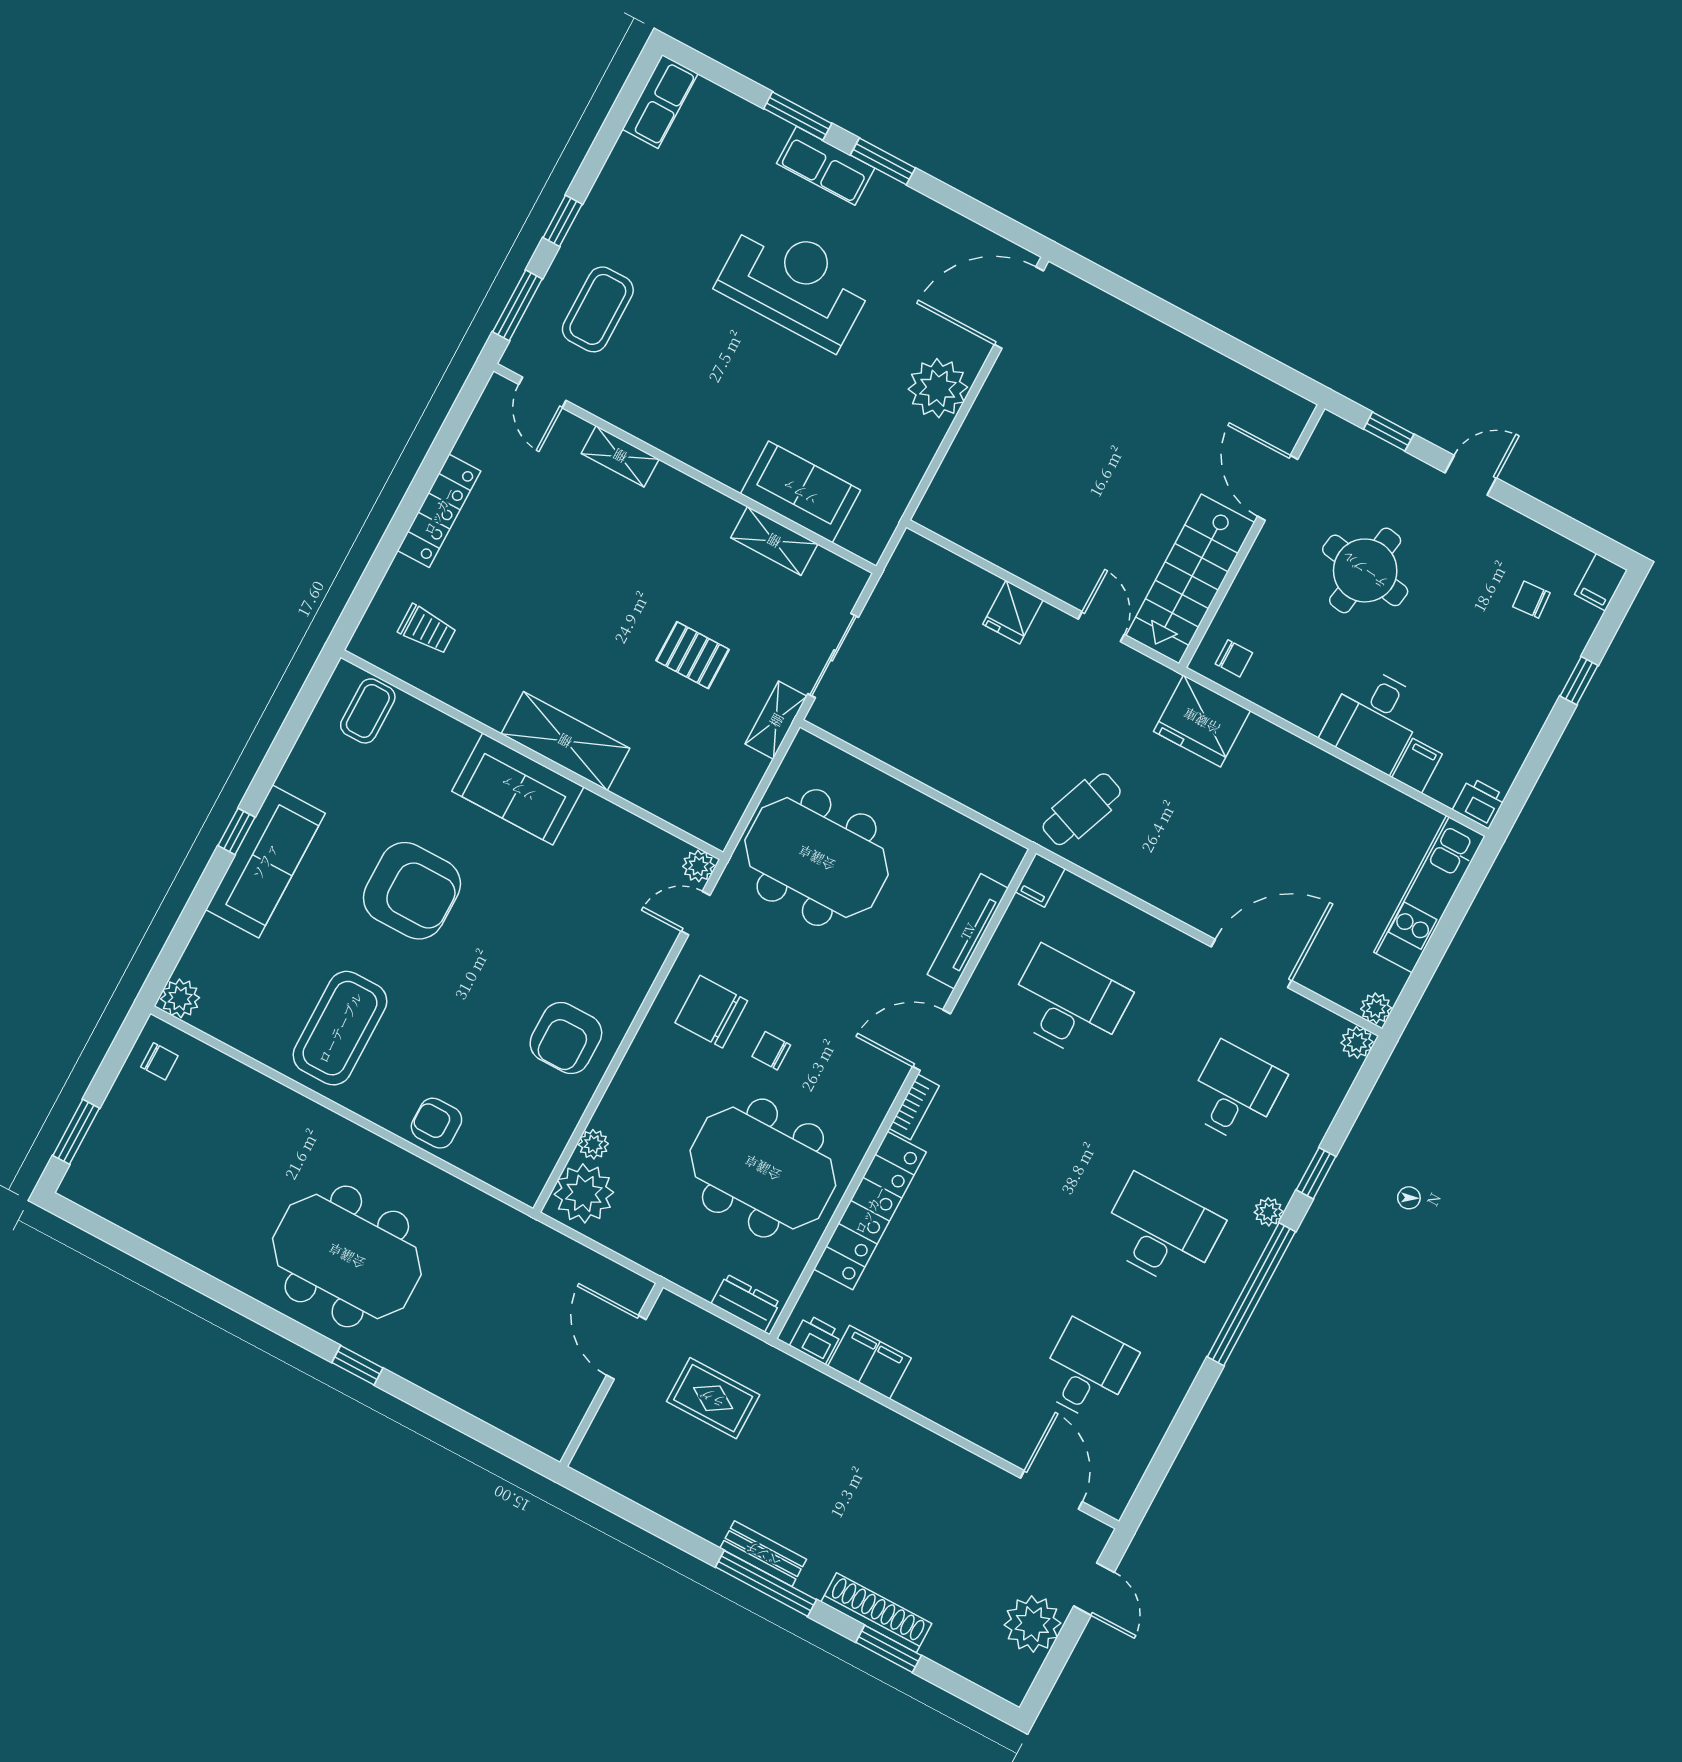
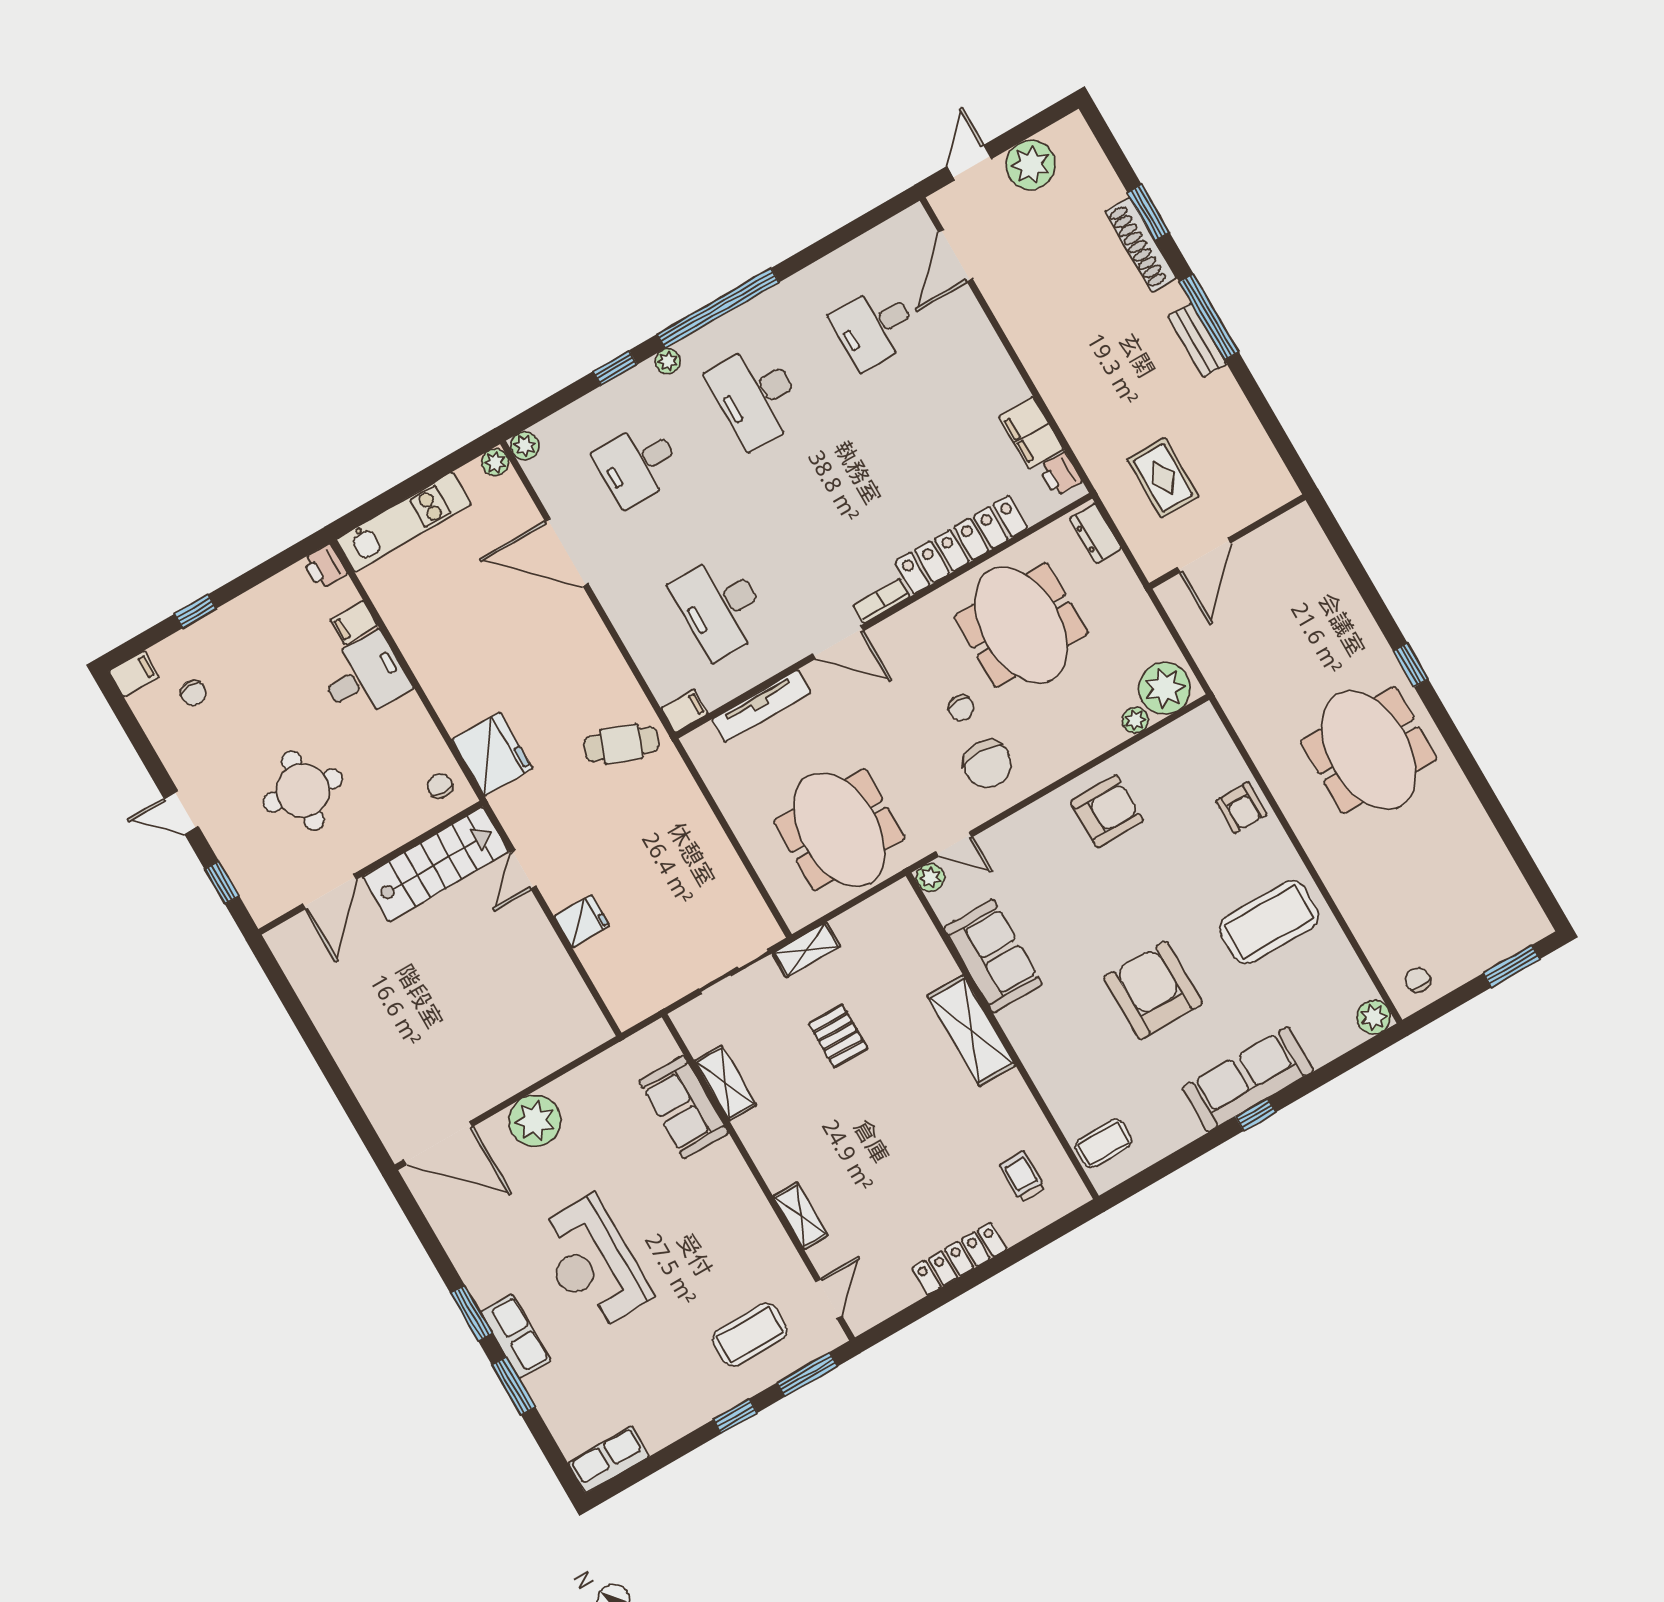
sofa: (518, 789) -> (993, 956), moved

